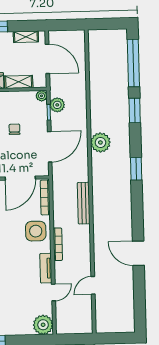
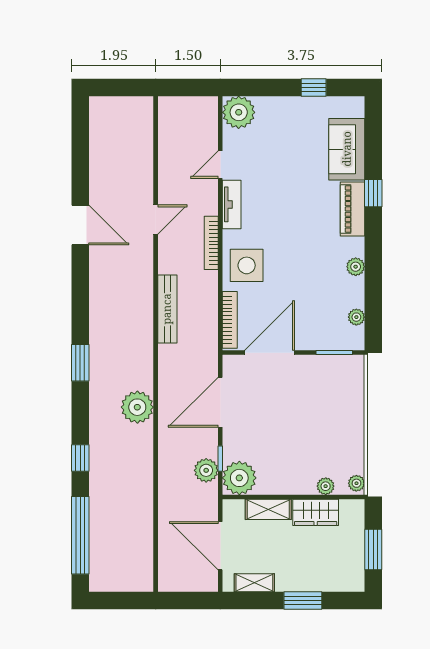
plant: (42, 96) -> (239, 478), width x1.87, depth x1.87
window: (135, 110) -> (80, 458), width x0.67
chair: (14, 129) -> (277, 432), removed
door: (93, 285) -> (156, 220), moved

